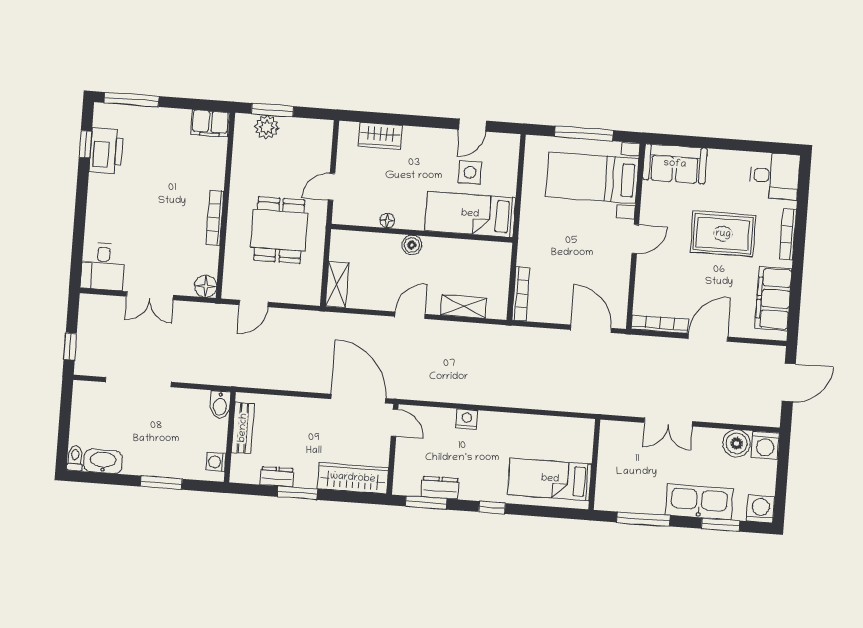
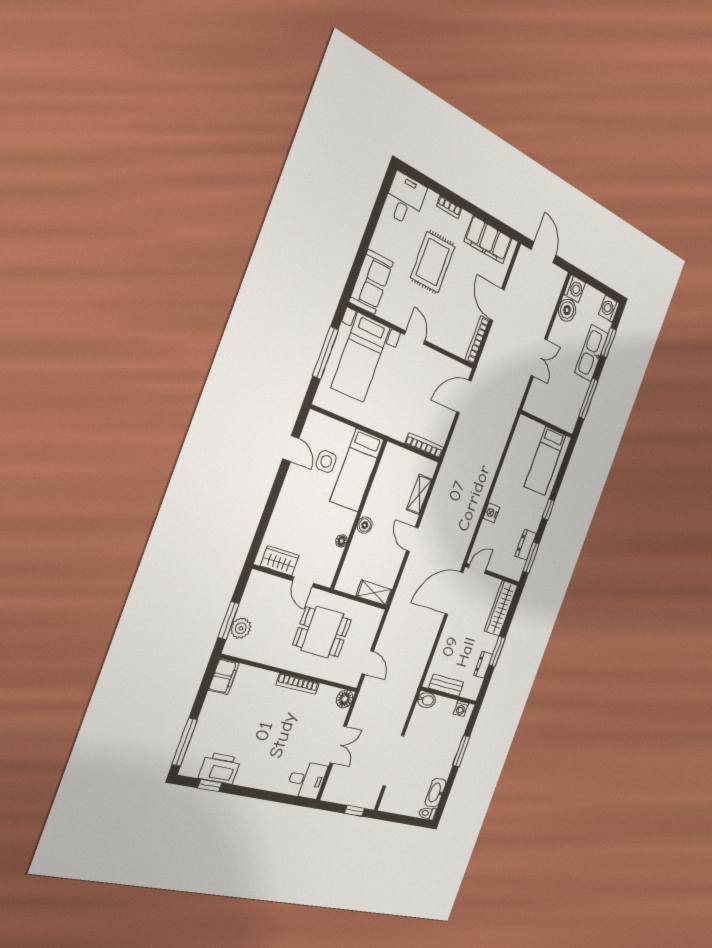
wardrobe: (380, 136) -> (280, 561), moved, turned -90
bookcase: (788, 234) -> (449, 207), width x0.64

